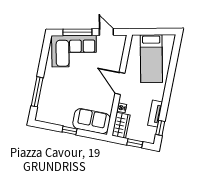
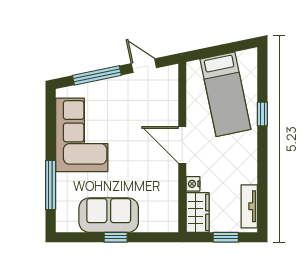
corner sofa: (74, 51) -> (82, 135), moved, turned -78
tv unit: (155, 114) -> (249, 206), moved
sofa: (92, 121) -> (109, 215), moved
window: (160, 128) -> (262, 114), moved

